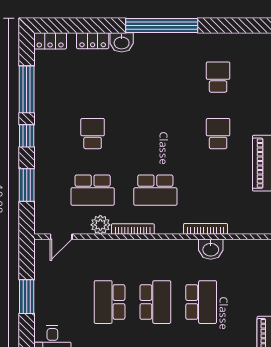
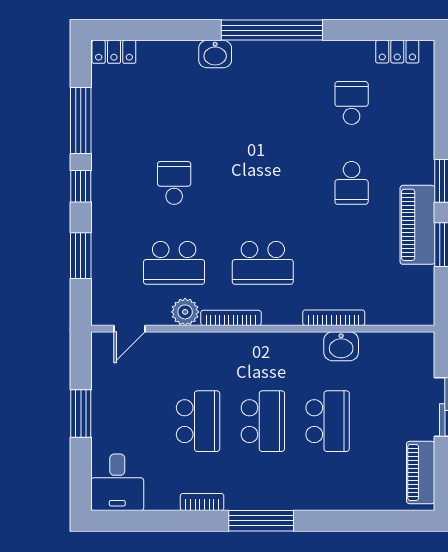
locker: (93, 41) -> (397, 52), moved
school desk: (218, 134) -> (352, 183), turned 180
school desk: (110, 302) -> (198, 421), turned 180

